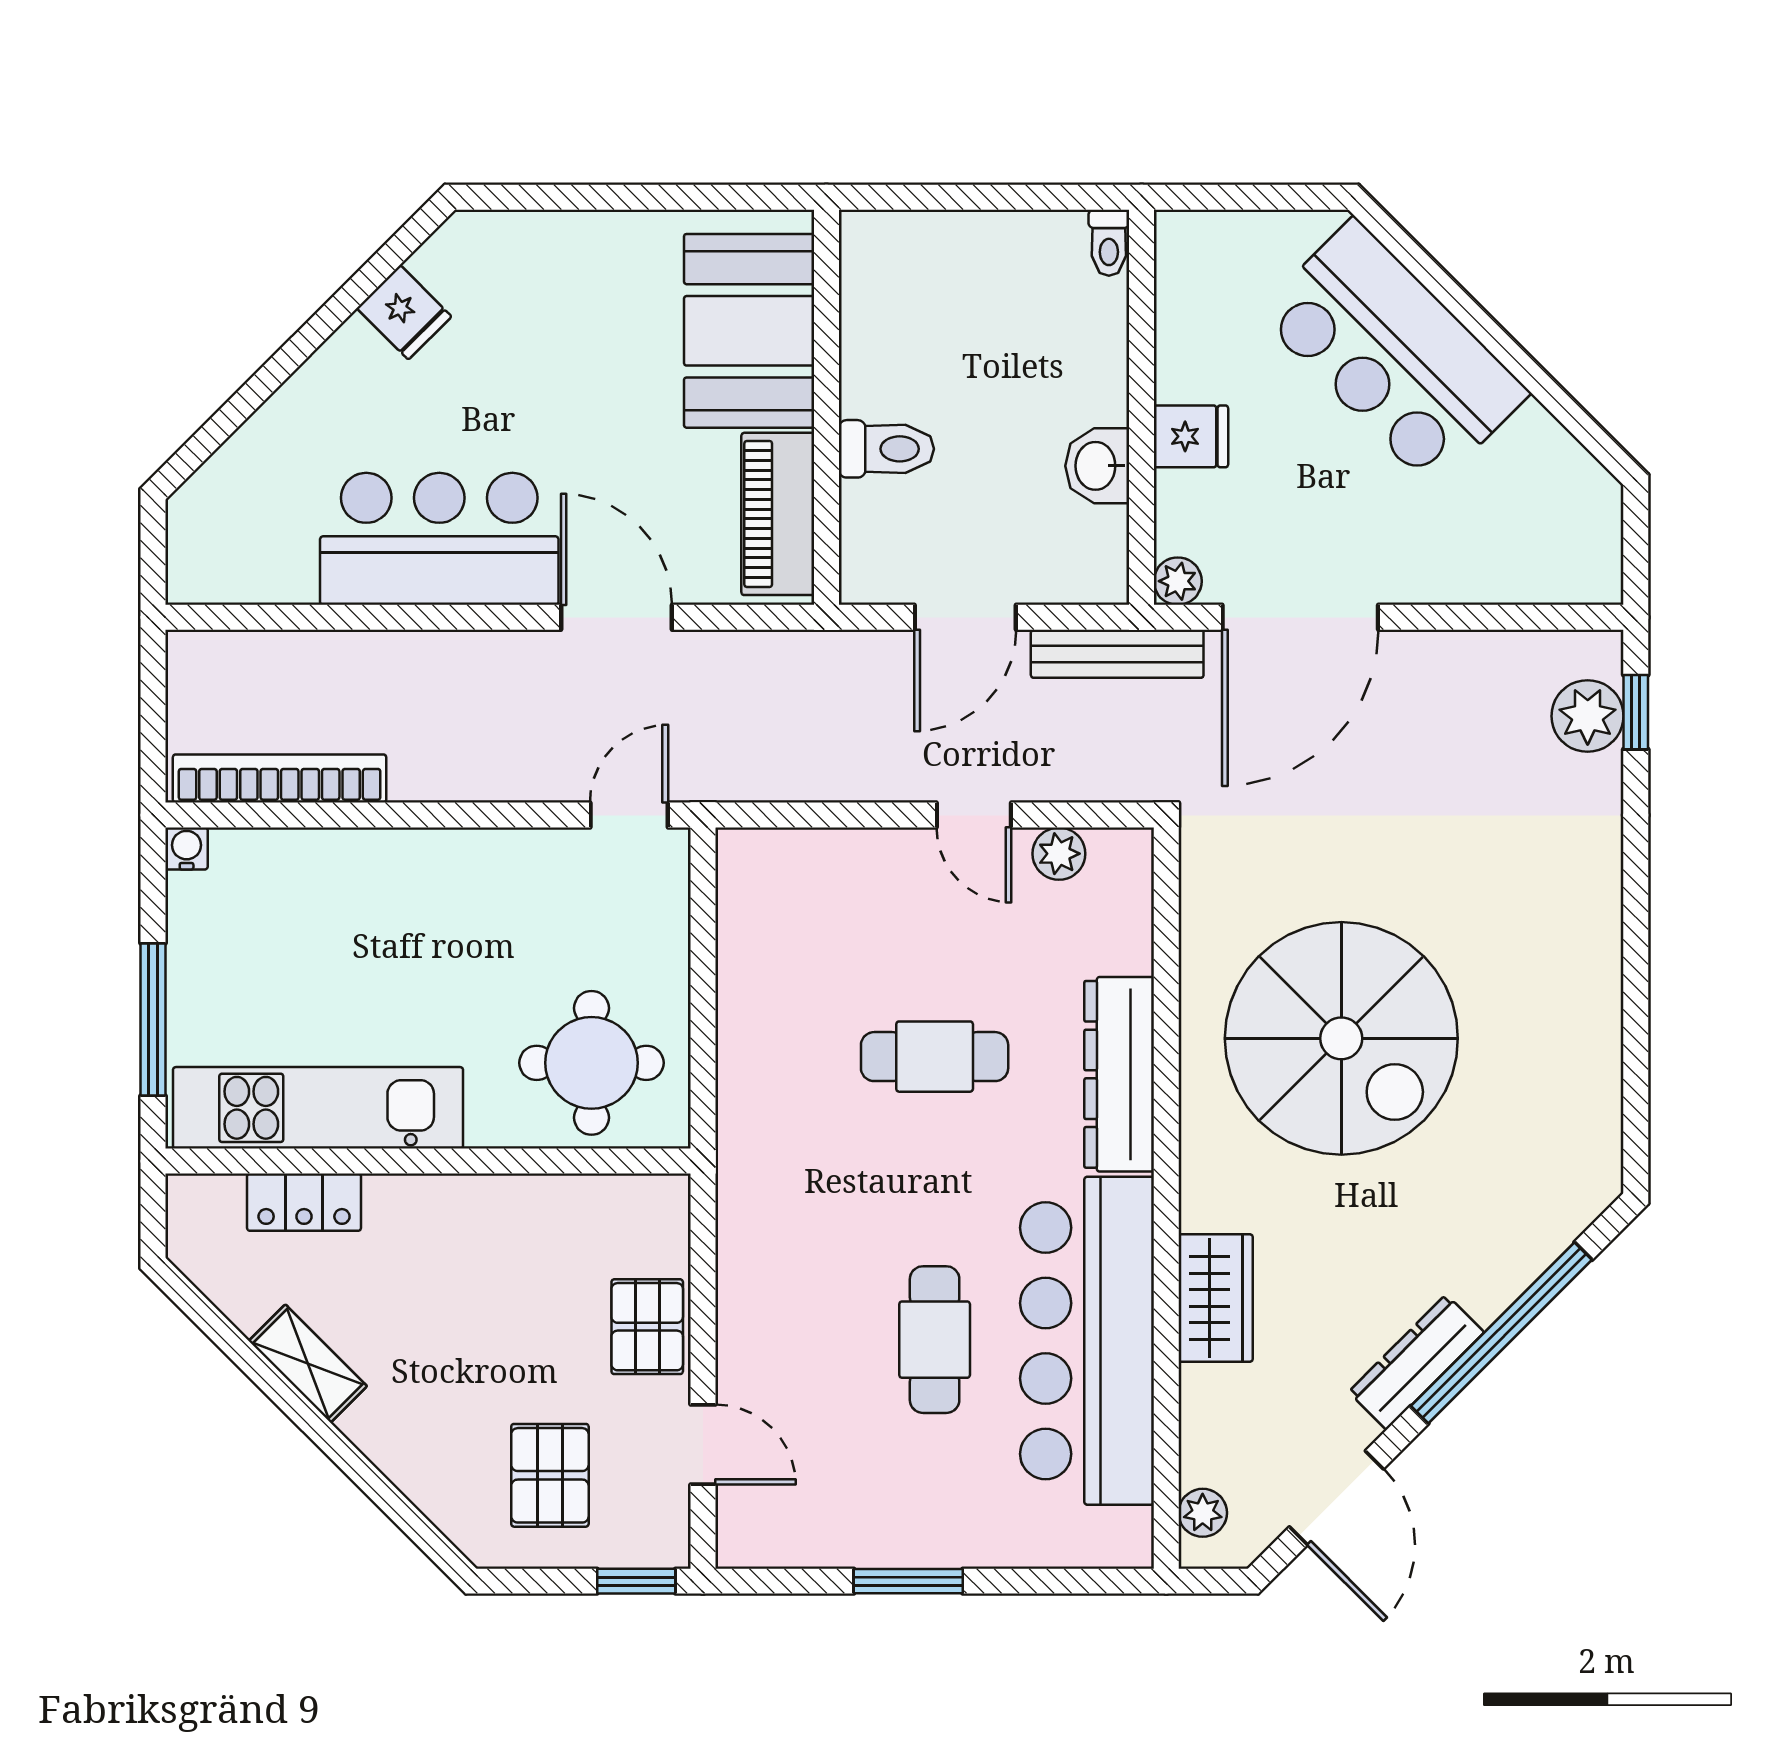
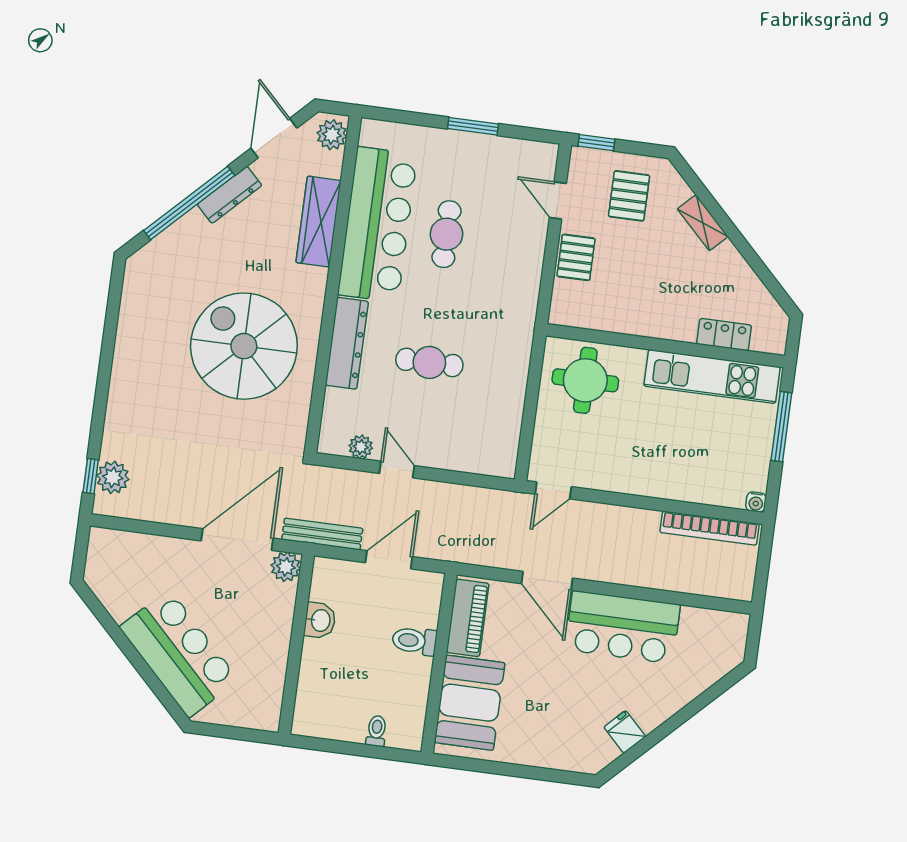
toilet: (1109, 243) -> (376, 731), moved
fridge: (1191, 436) -> (276, 628), removed
plant: (1178, 581) -> (286, 567), width x1.38, depth x1.38
wardrobe: (1216, 1298) -> (319, 222), width x1.50
shelving: (308, 1364) -> (703, 223), moved
plant: (1203, 1513) -> (332, 135), width x1.38, depth x1.38

